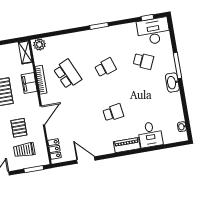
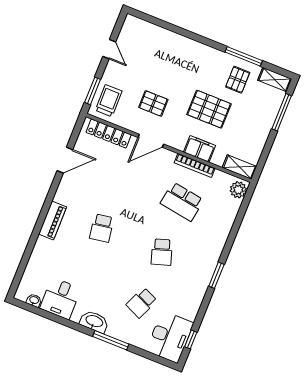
school desk: (67, 74) -> (182, 202), turned 33
door: (42, 115) -> (151, 141), hinge flipped
desk: (150, 135) -> (60, 298), moved, turned -90
locker: (54, 149) -> (109, 133), width x1.53
trolley: (24, 150) -> (109, 101), moved

